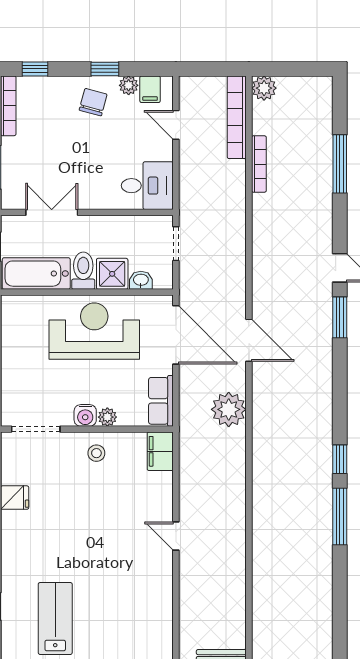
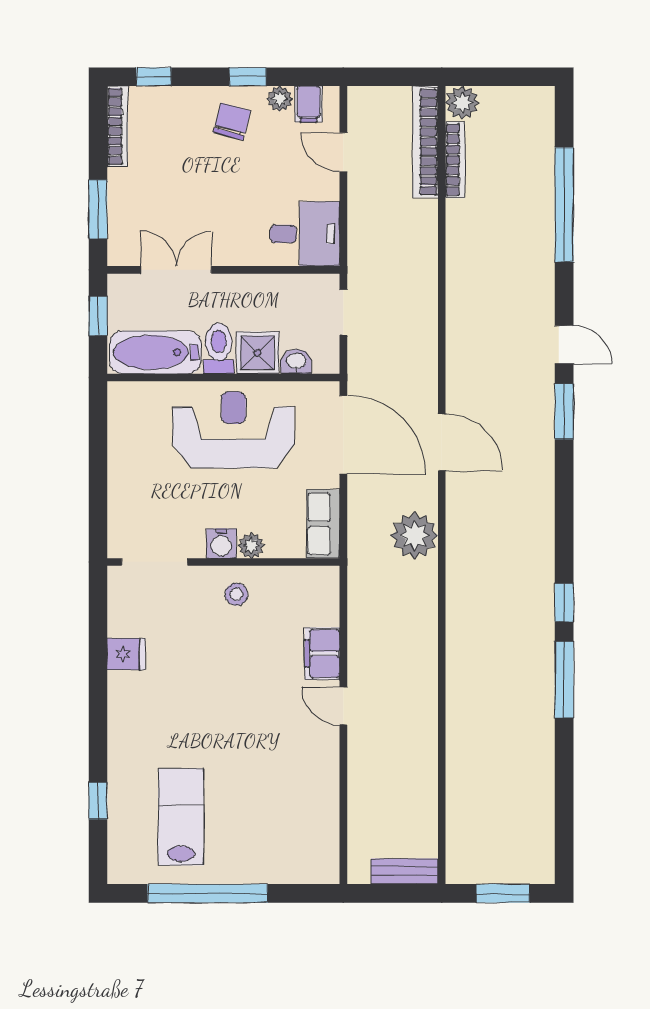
bookcase: (259, 164) -> (455, 160), moved
window: (340, 164) -> (564, 205), width x1.46
filing cabinet: (160, 451) -> (322, 654), moved

